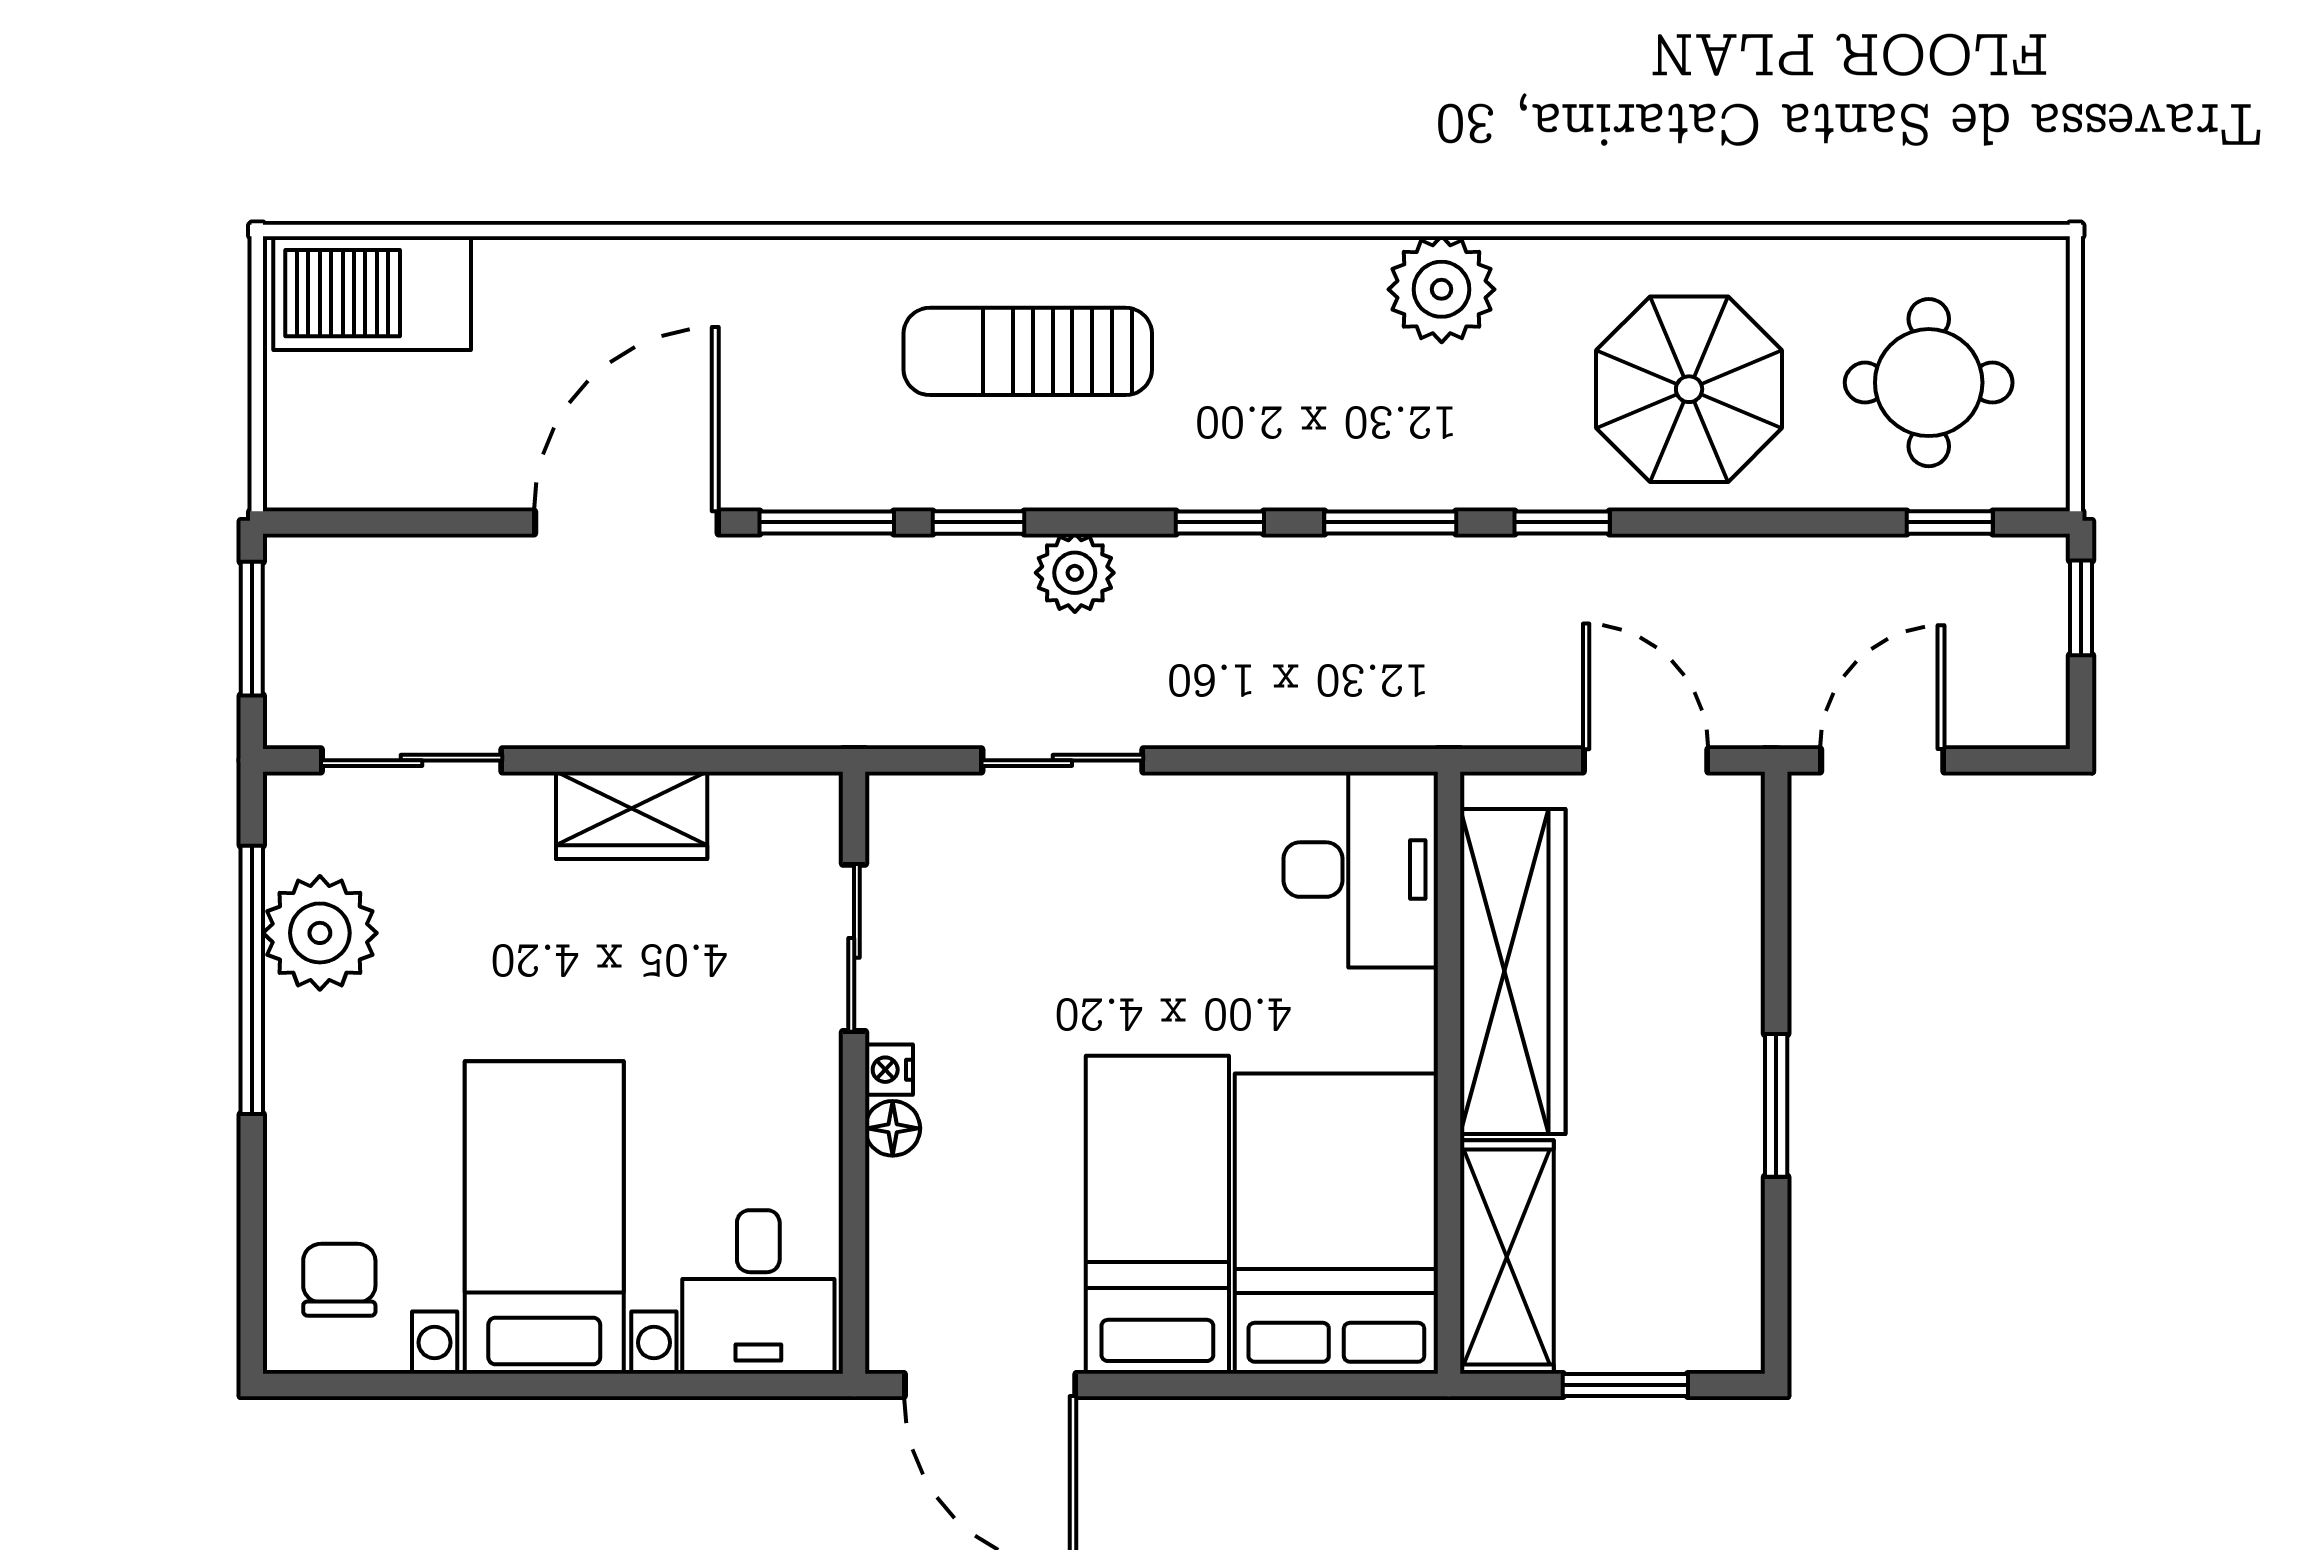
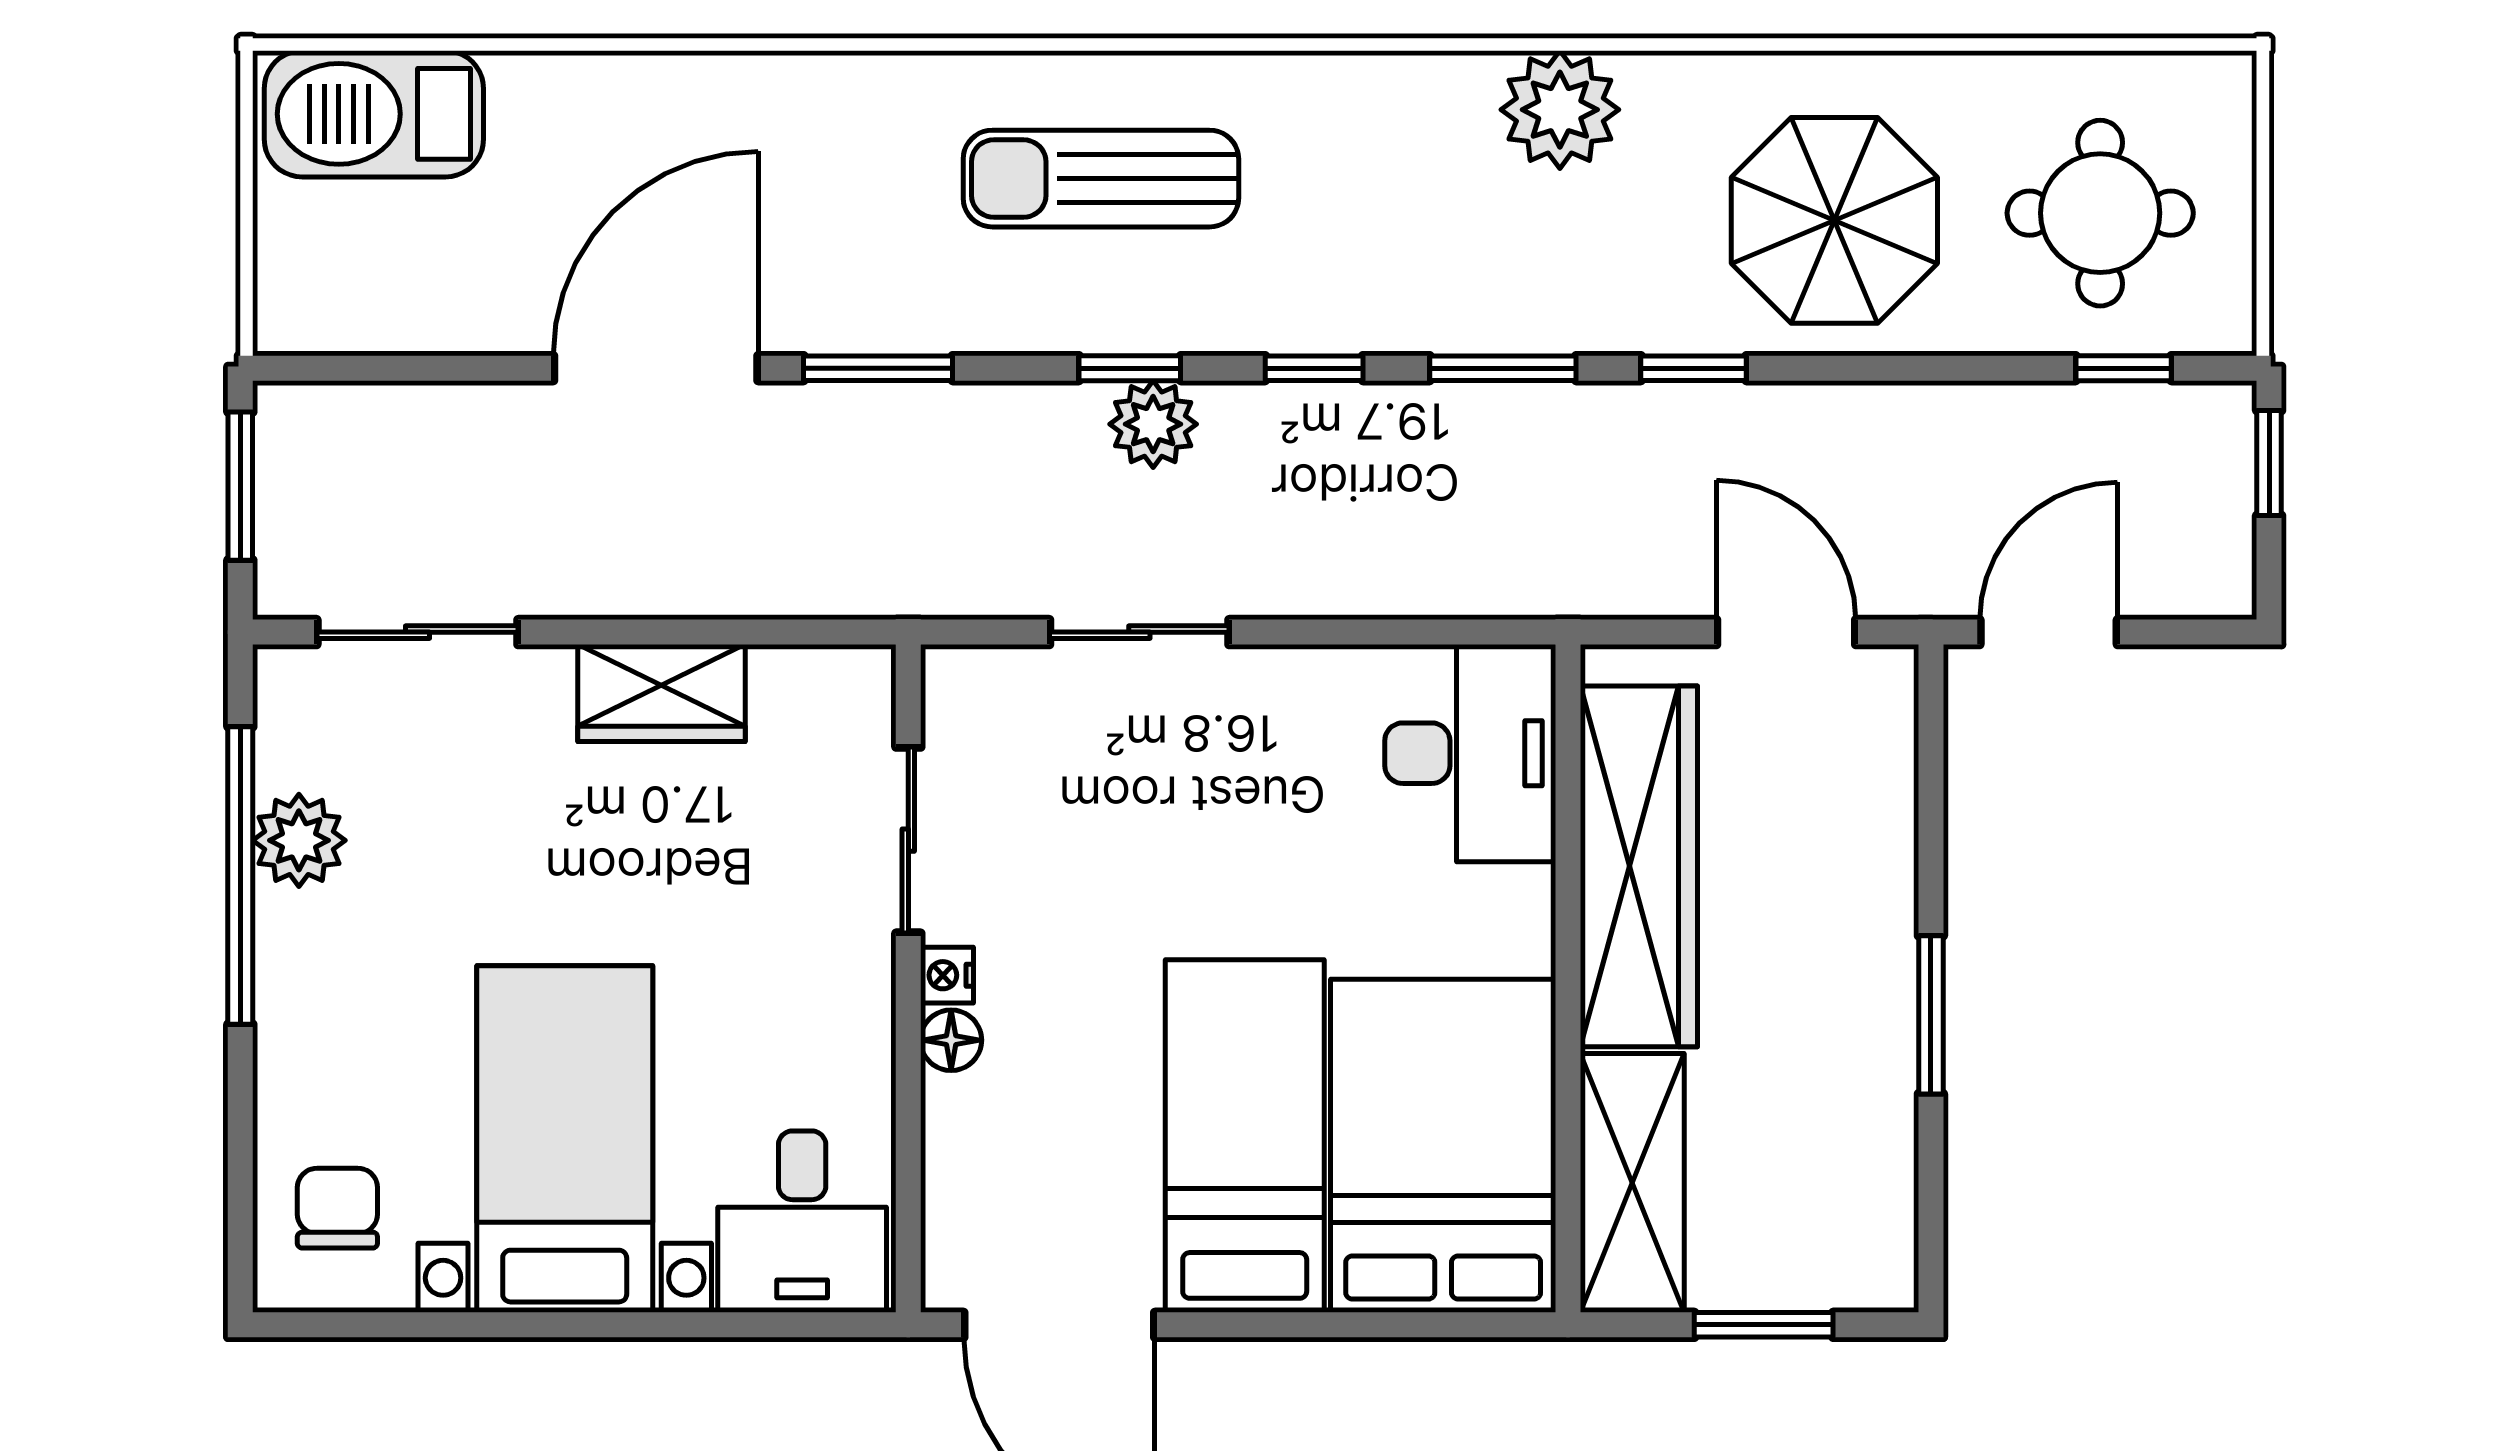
window: (979, 522) -> (1130, 368), moved
plant: (320, 933) -> (299, 840), width x0.73, depth x0.73

